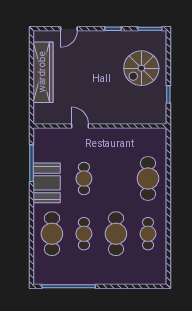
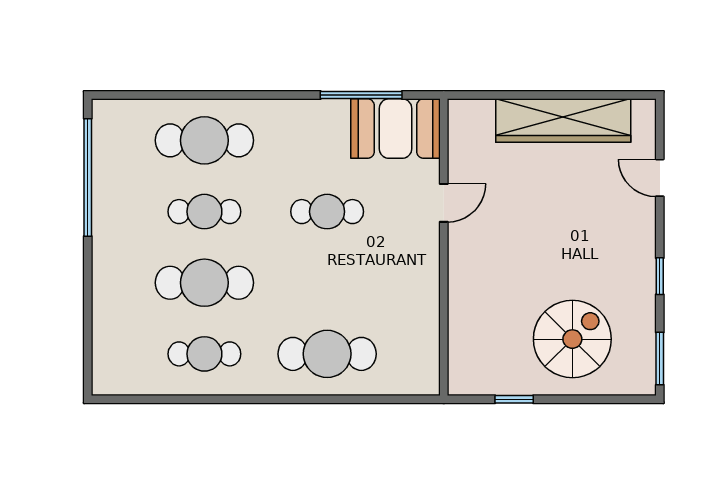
spiral stairs: (141, 68) -> (572, 339), turned 90
booth: (47, 183) -> (396, 129), moved

